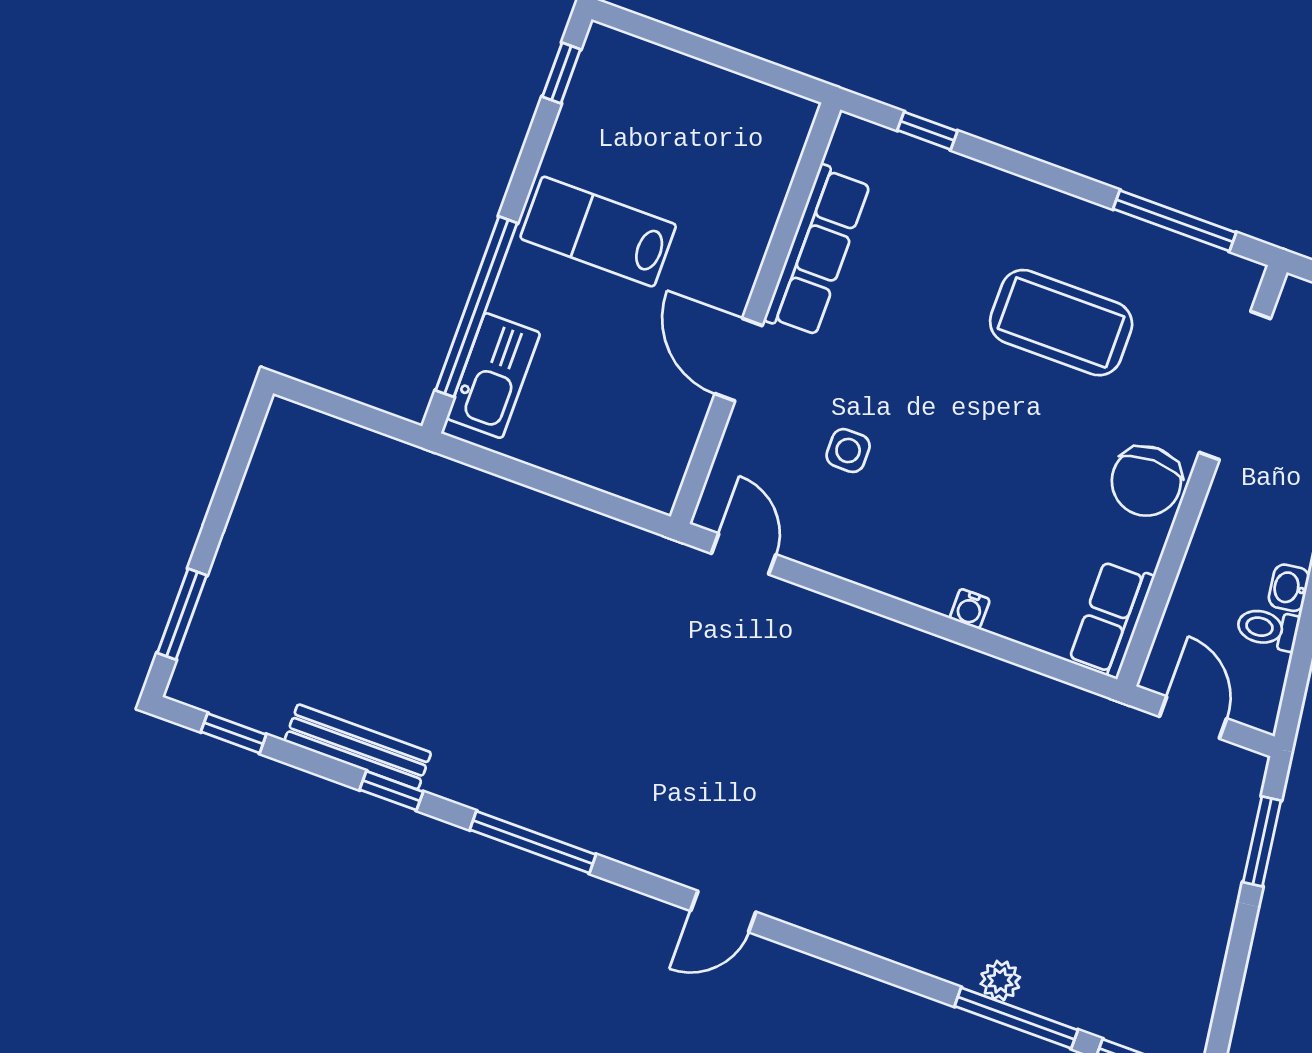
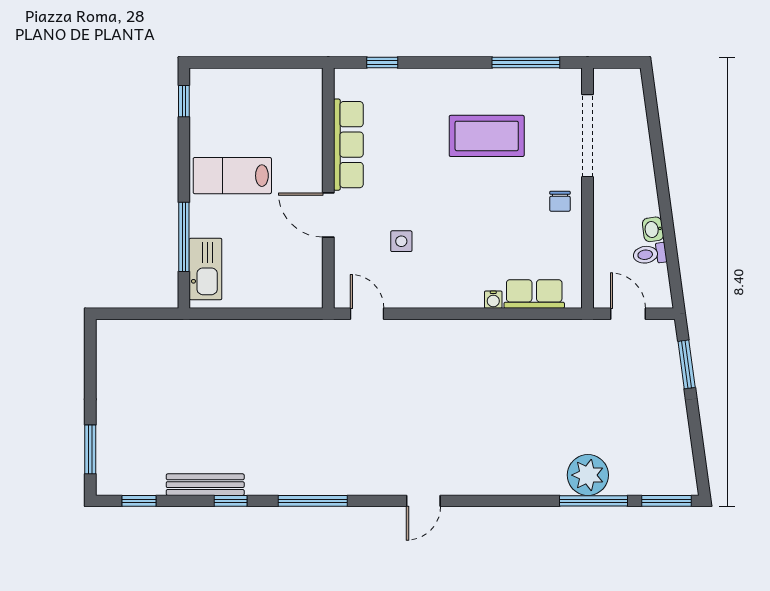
window: (476, 307) -> (184, 237), width x0.68
chair: (1146, 481) -> (560, 201), width x0.54, depth x0.54
row of seats: (1112, 619) -> (534, 294), moved, turned 90
plant: (1000, 981) -> (588, 475), width x1.88, depth x1.88

